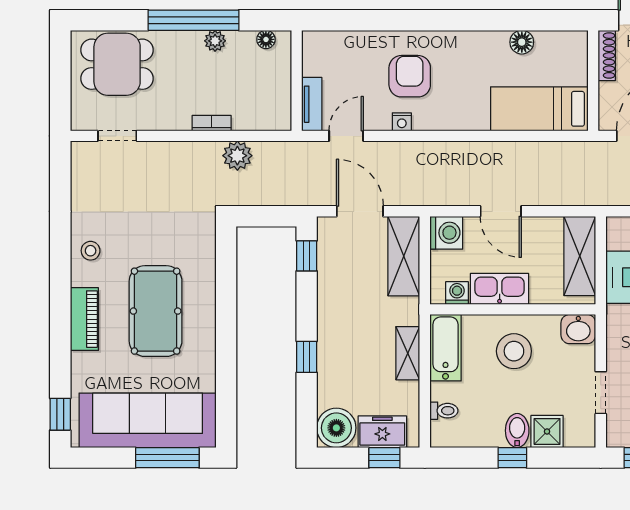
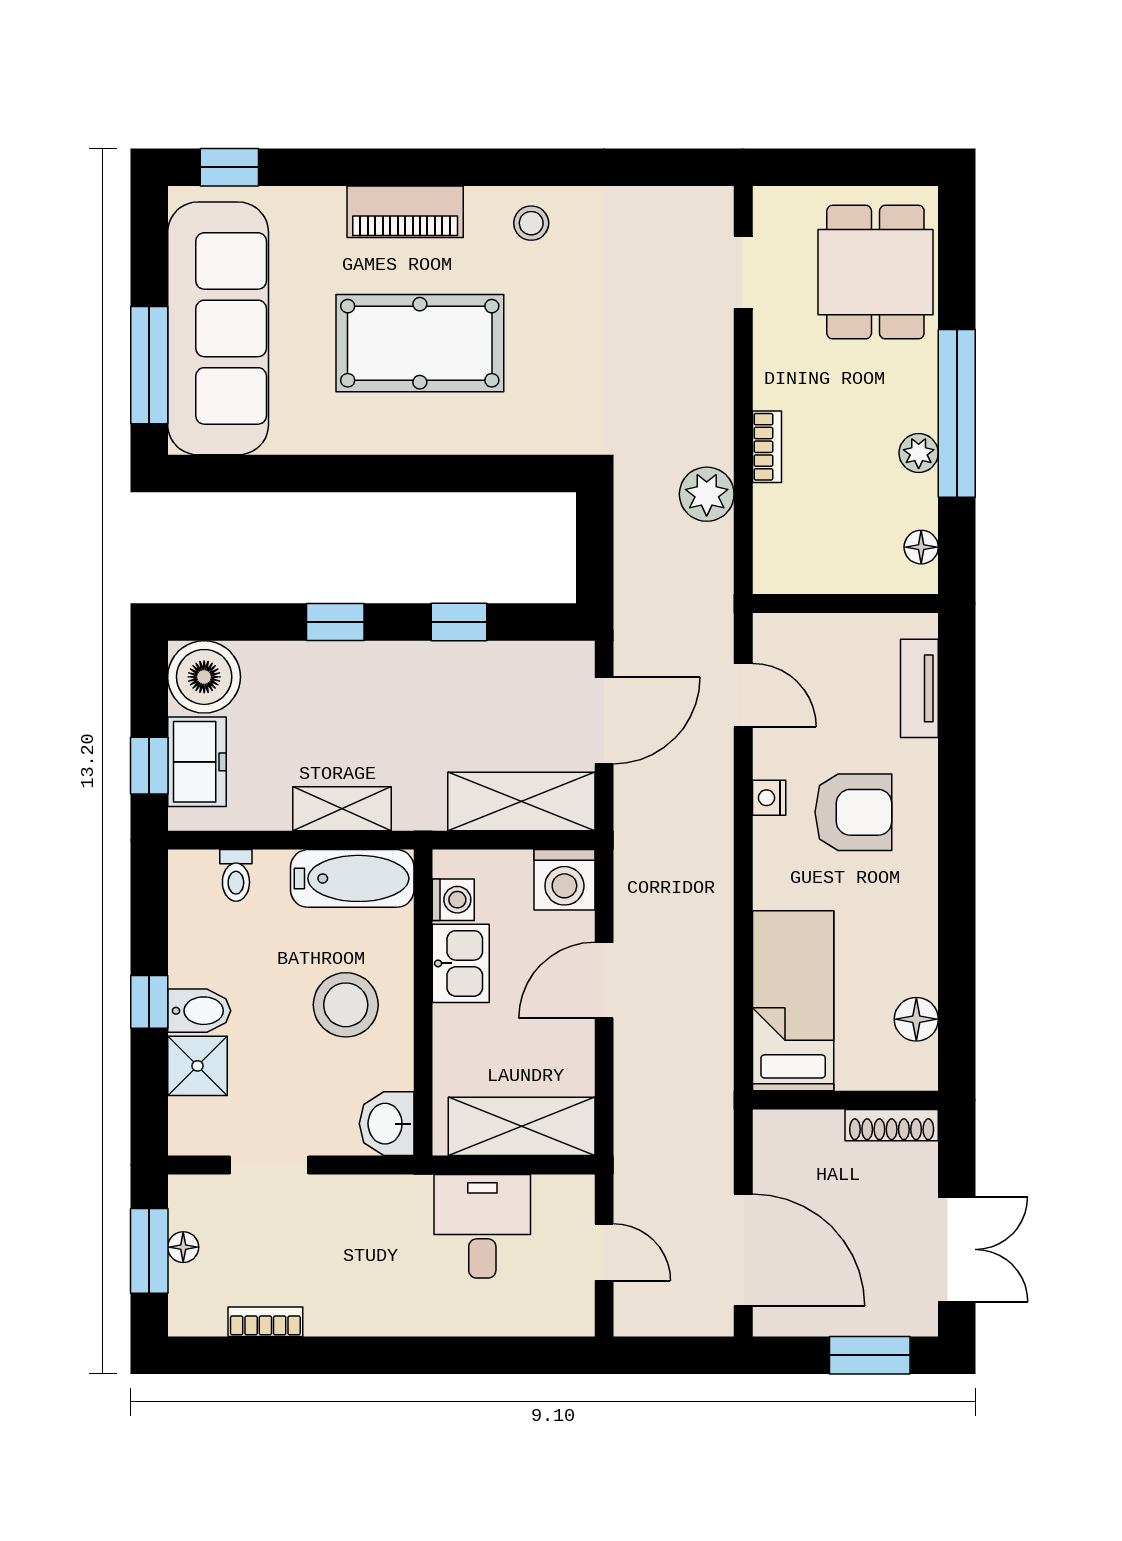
shoe rack: (607, 55) -> (892, 1125), moved
wall: (593, 81) -> (845, 1100), moved
tv unit: (312, 104) -> (919, 688), moved, turned 90
bed: (539, 109) -> (793, 1001), moved
window: (307, 256) -> (459, 622), moved
kitchen sink: (500, 289) -> (461, 963), width x0.73

